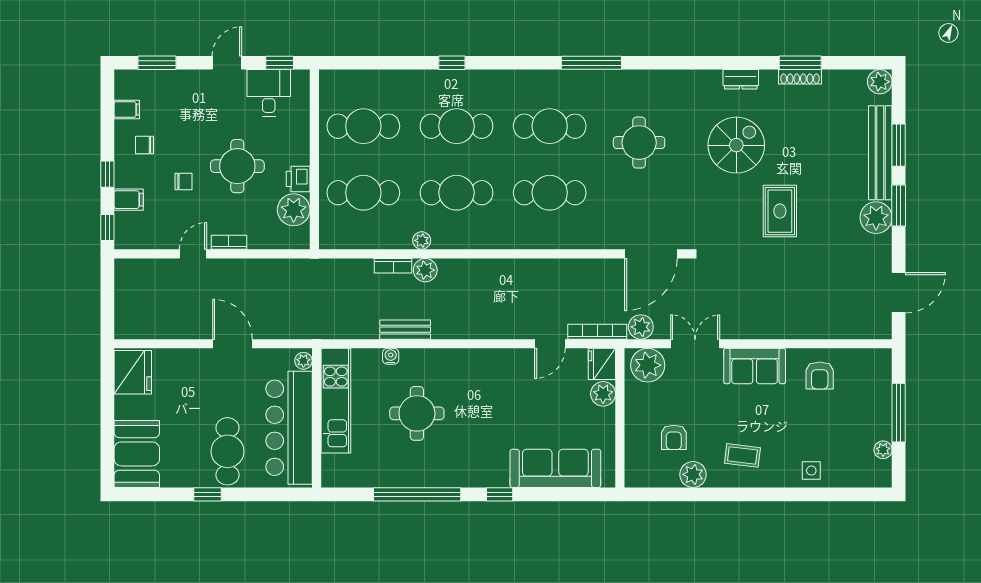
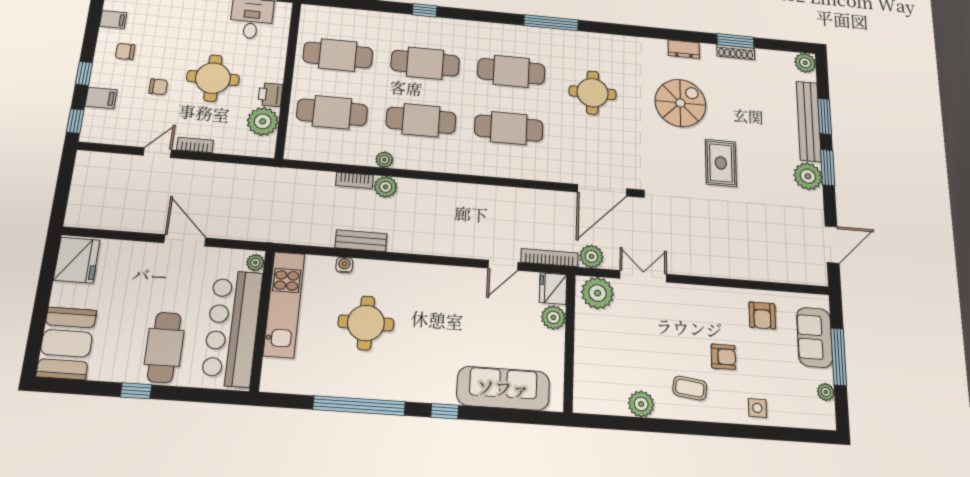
sofa: (755, 366) -> (814, 337), moved, turned 90
armchair: (674, 437) -> (723, 357), moved, turned -90

